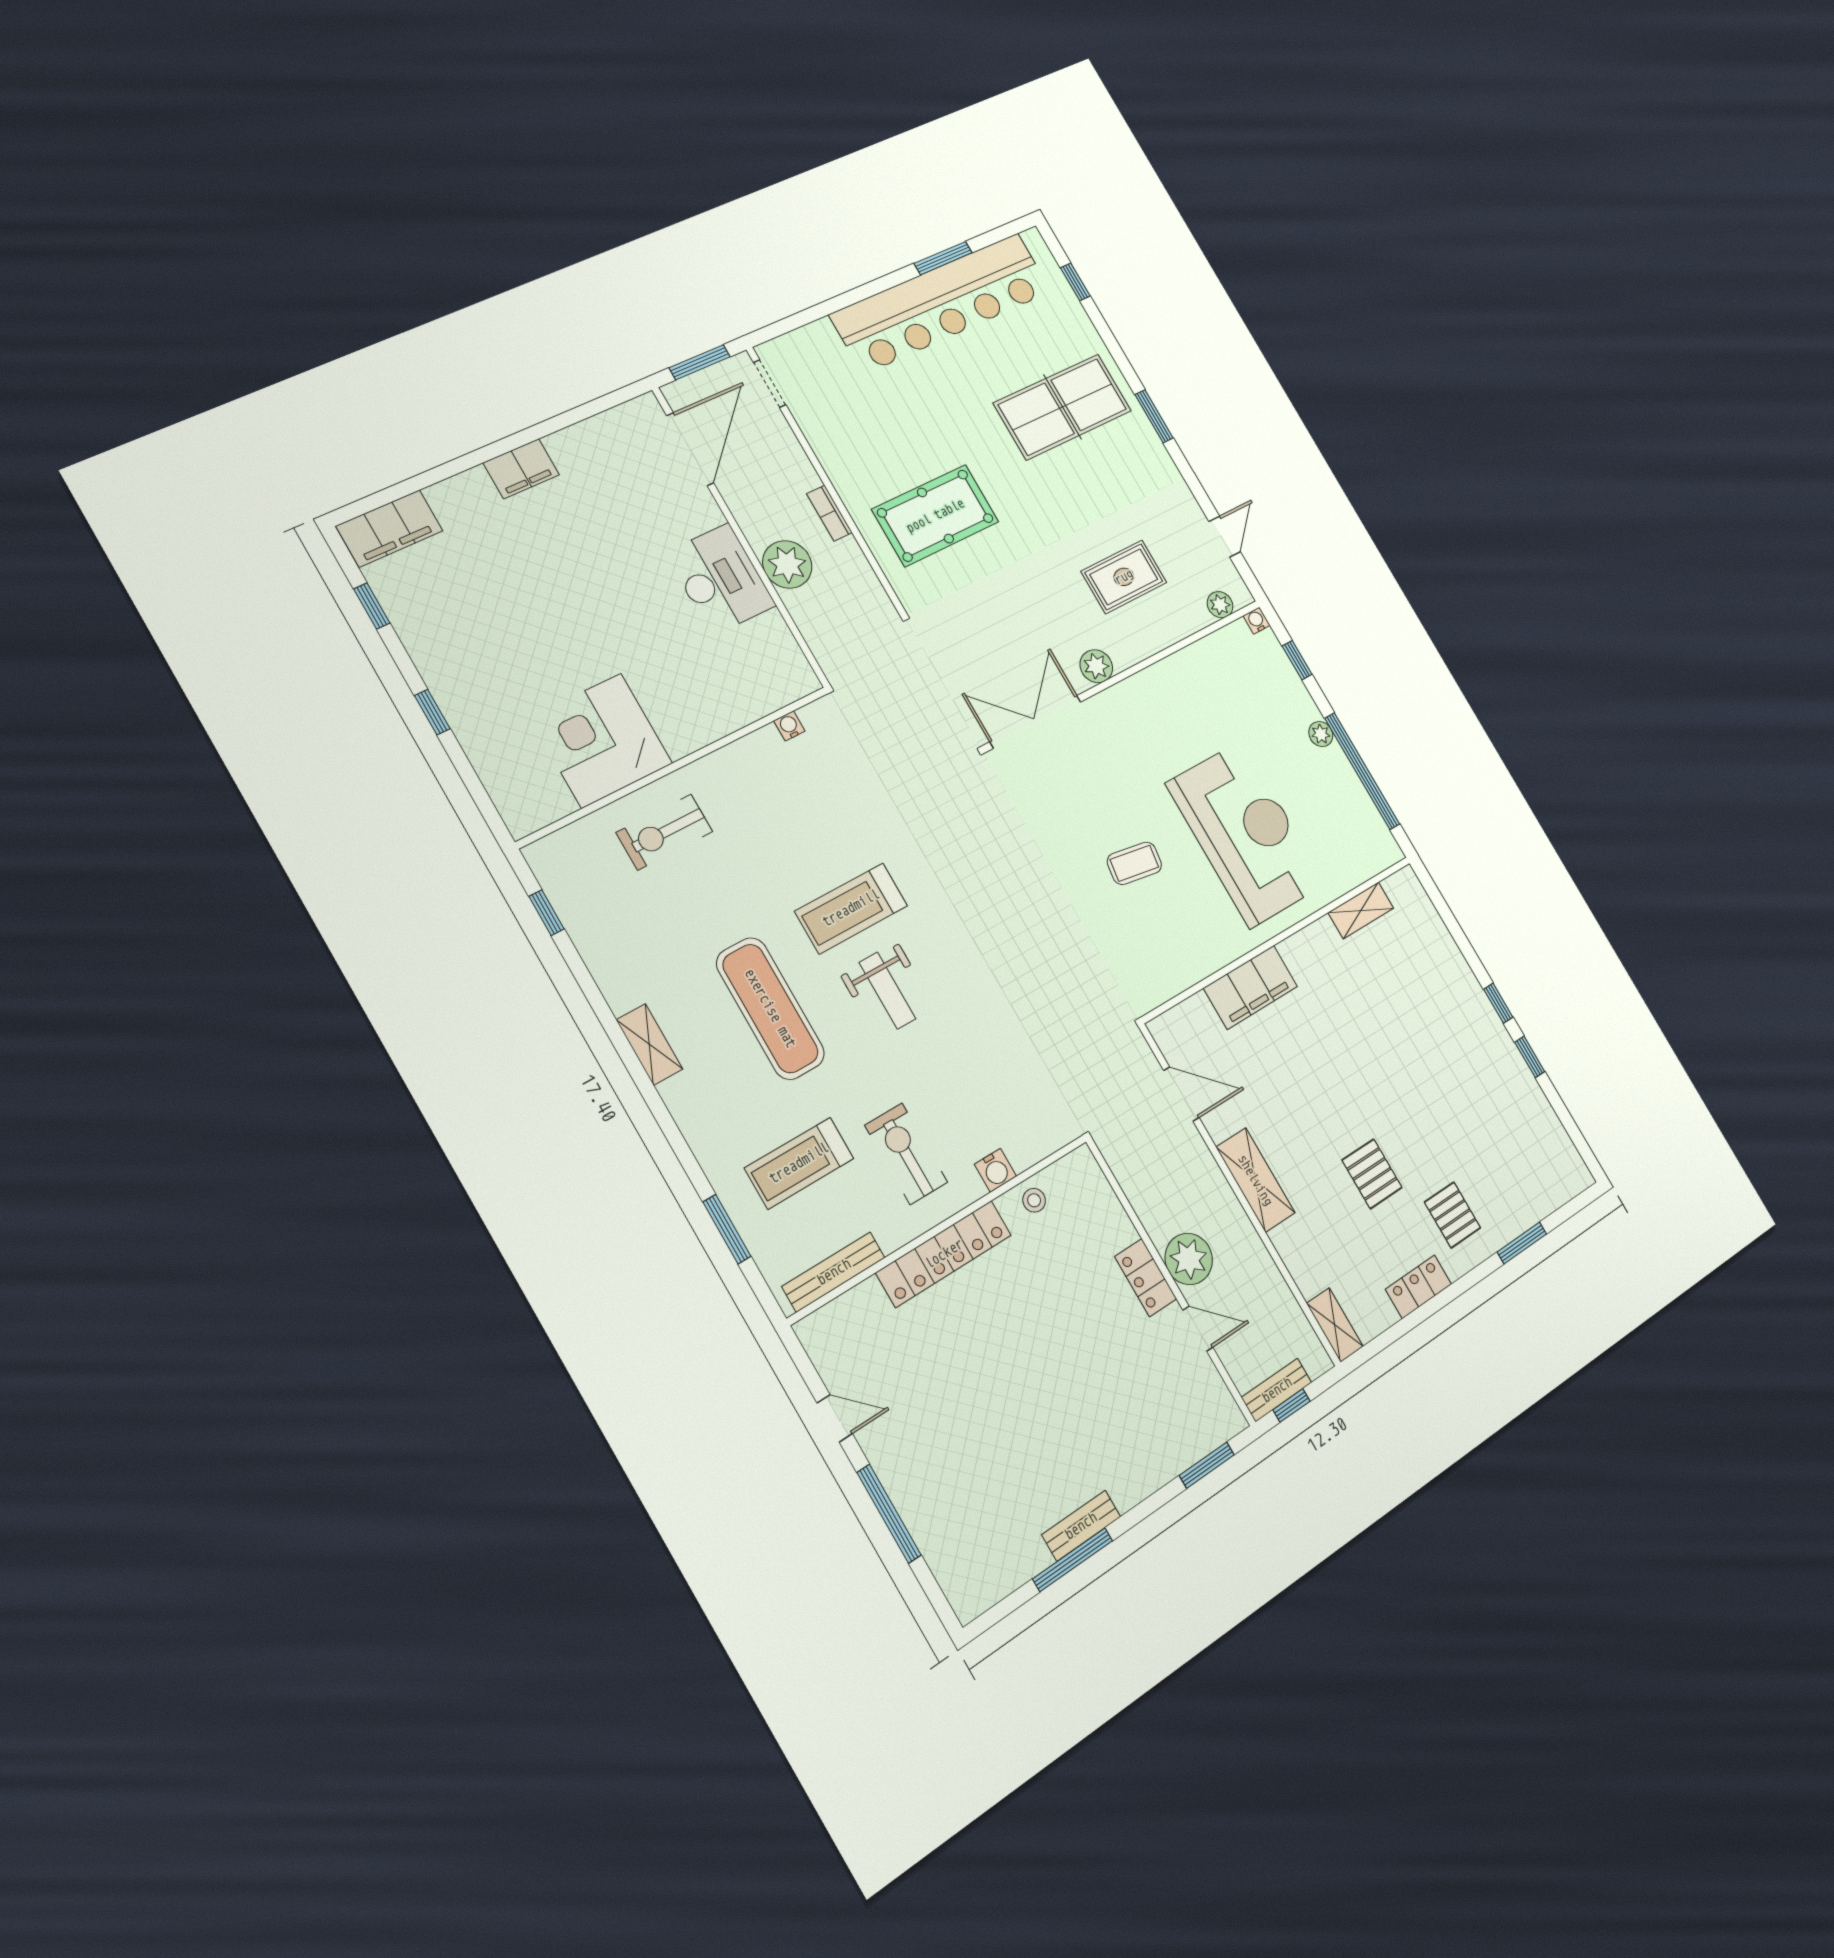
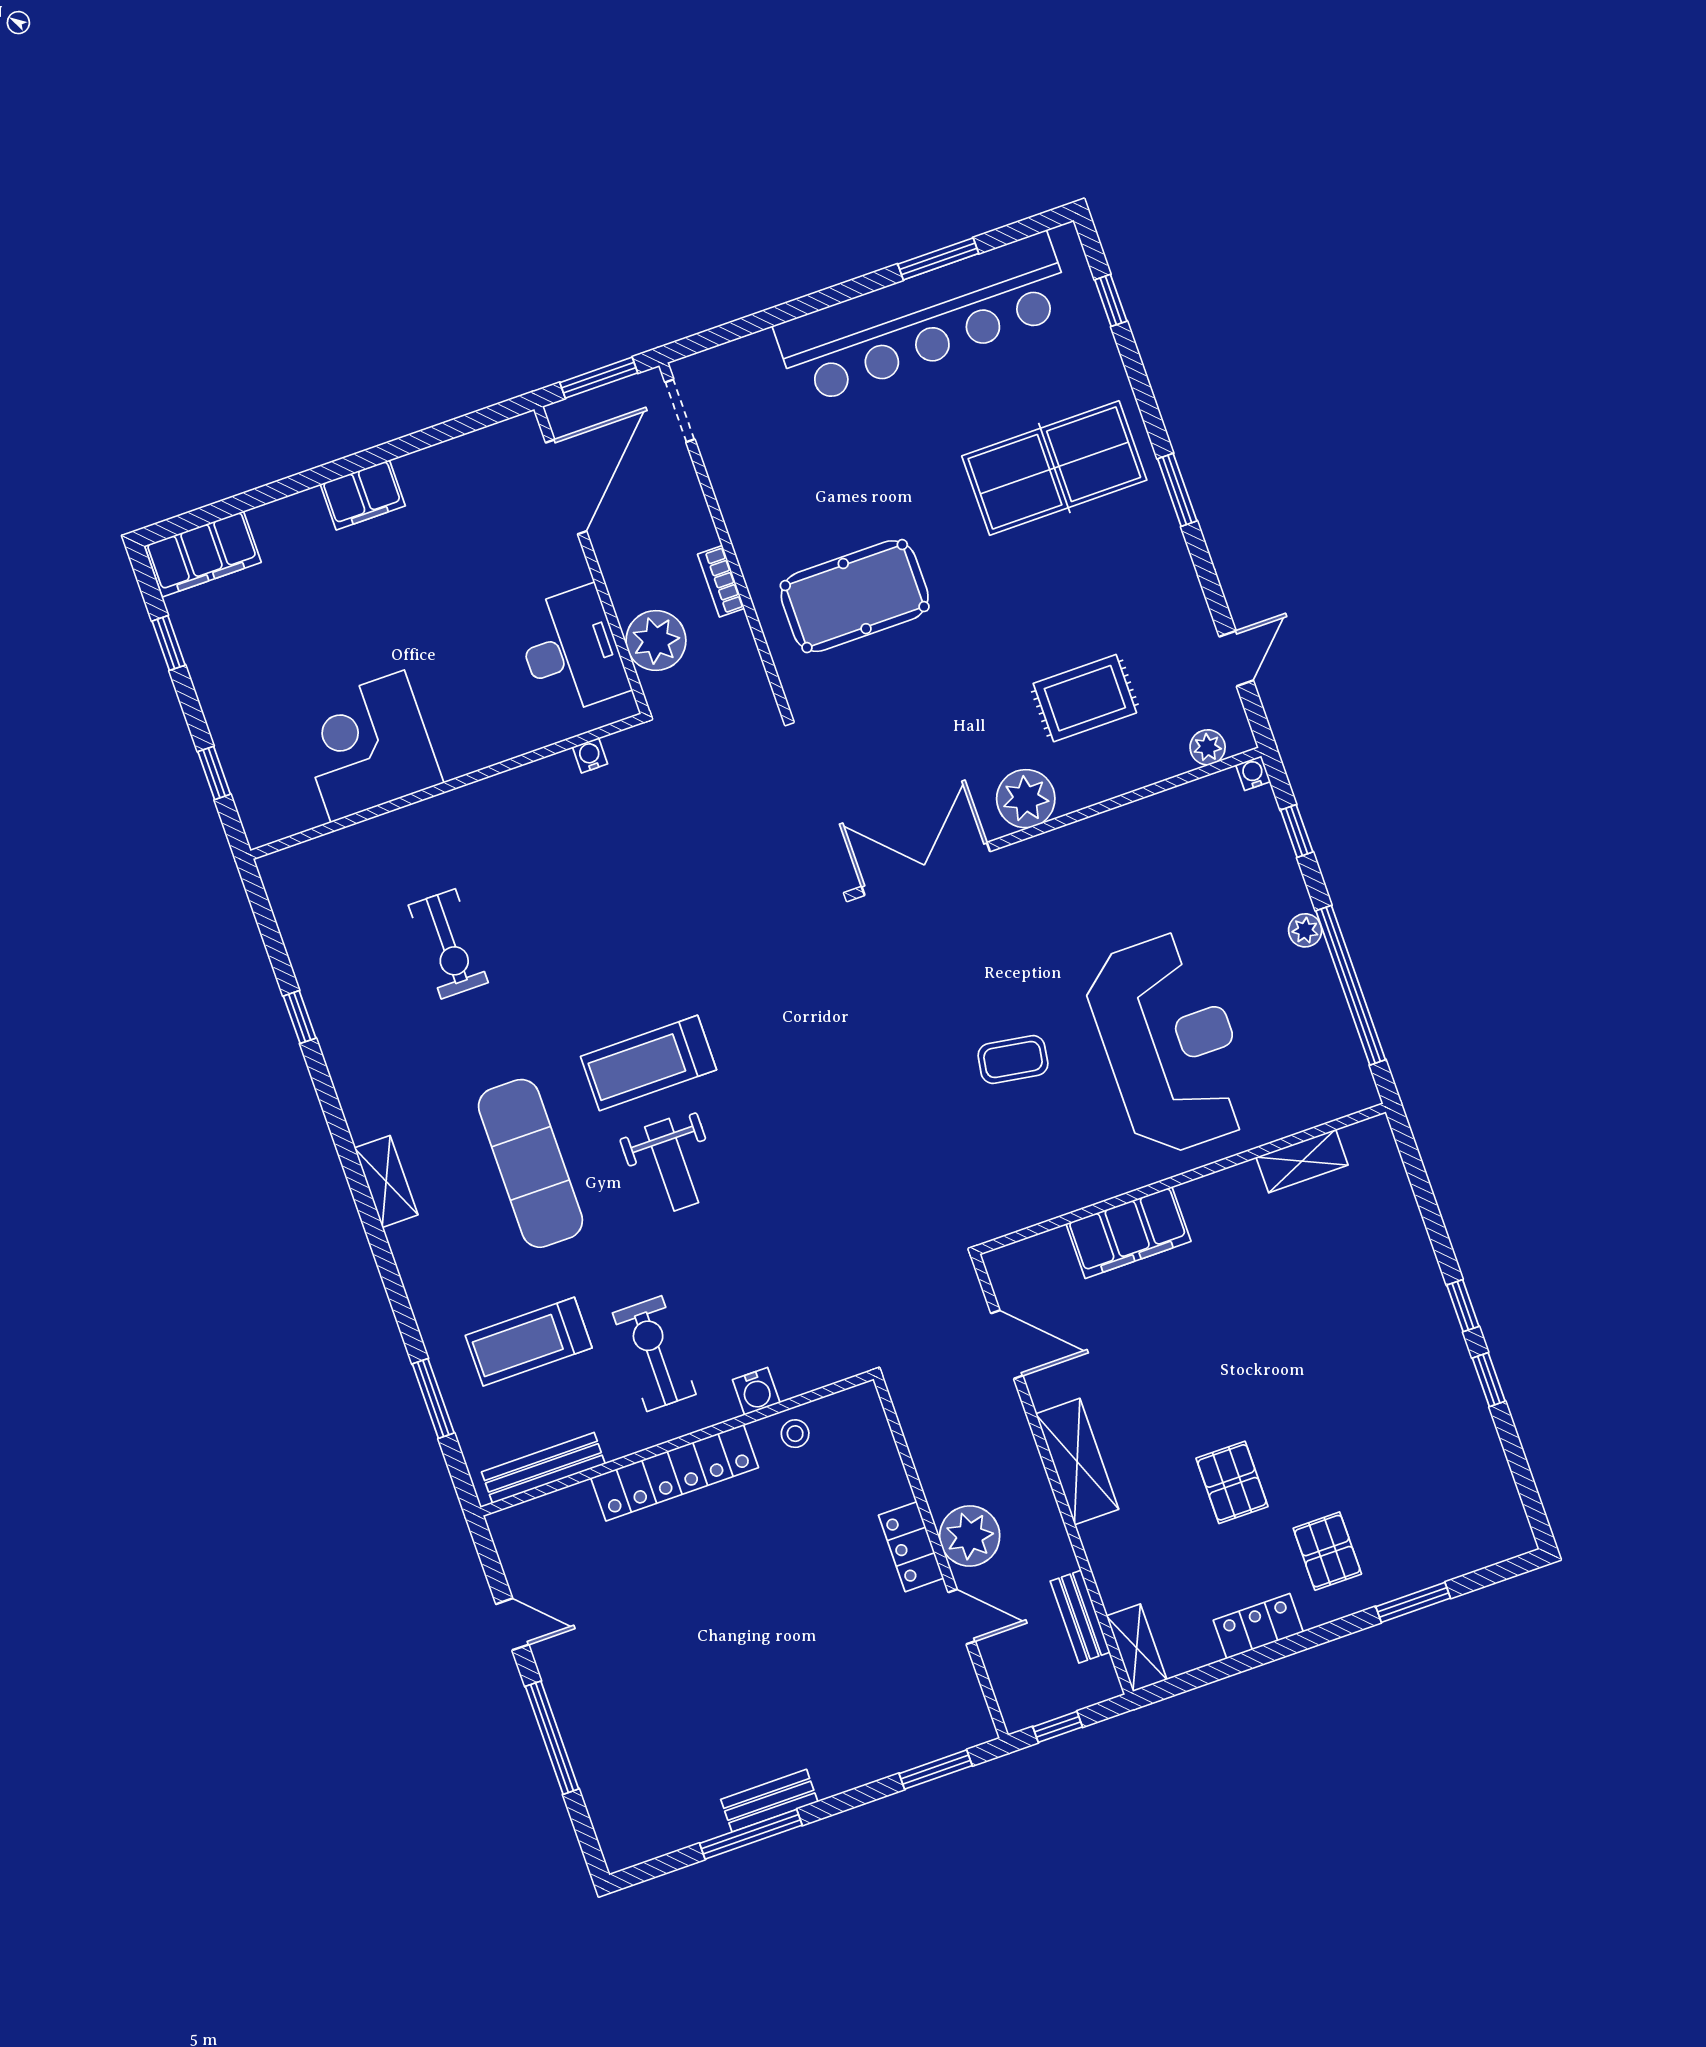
plant: (1096, 666) -> (1026, 799), width x1.36, depth x1.36
water cooler: (789, 726) -> (590, 755), moved
corner desk: (601, 741) -> (368, 746), moved
wall: (676, 766) -> (447, 786), moved
exercise bike: (664, 832) -> (448, 944), turned -90
bench: (1277, 1390) -> (1080, 1617), moved, turned 90

